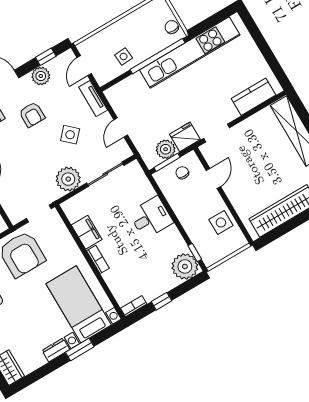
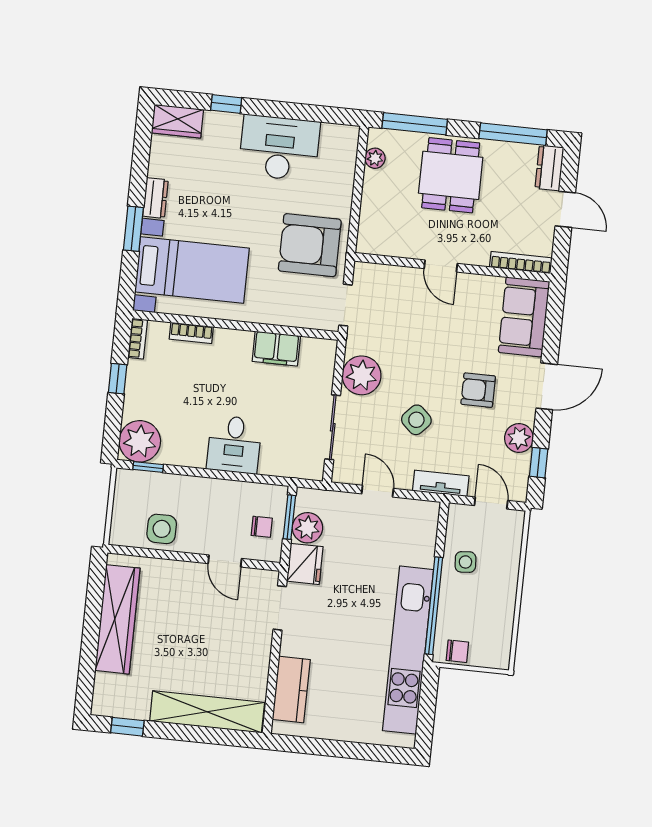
bookcase: (98, 259) -> (191, 333), moved

